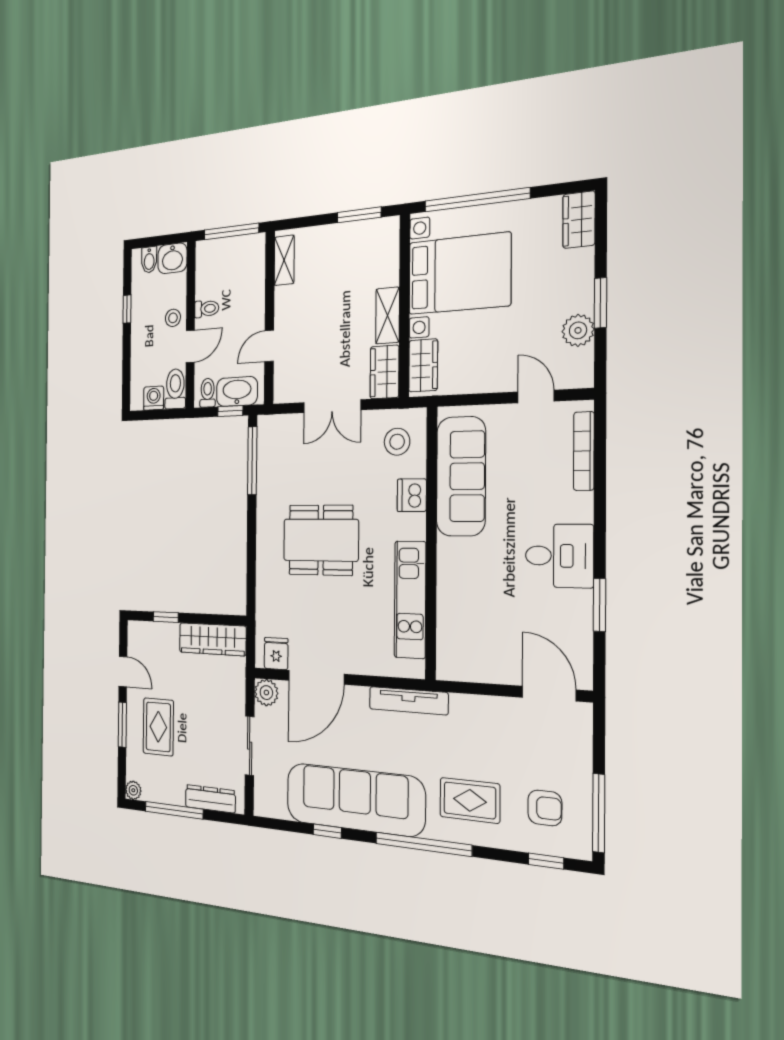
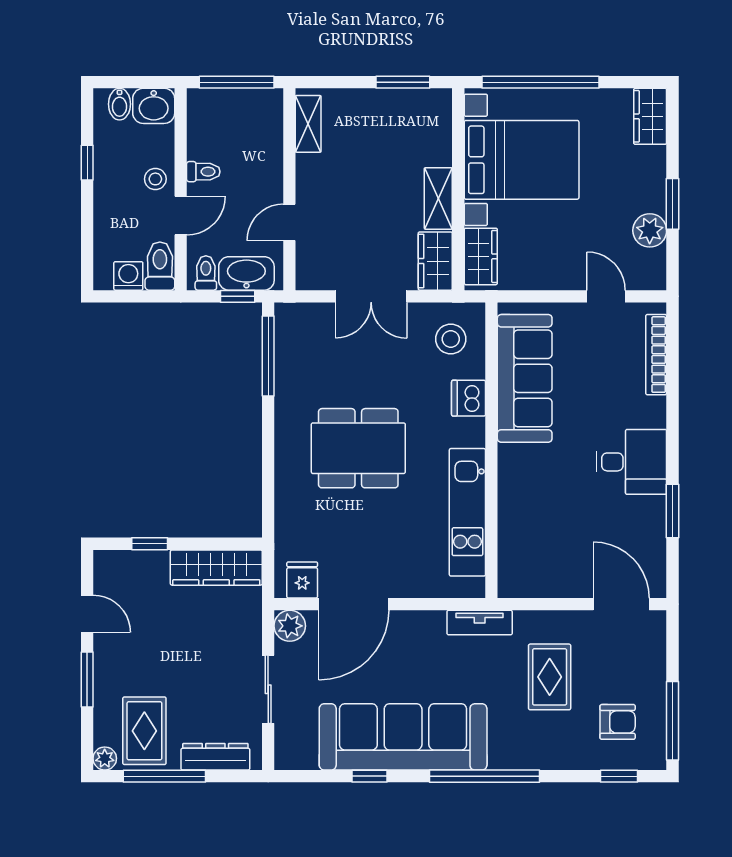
tv unit: (408, 701) -> (480, 623), width x0.71
rug: (158, 727) -> (144, 731), moved
rug: (470, 800) -> (550, 677), moved, turned 90

